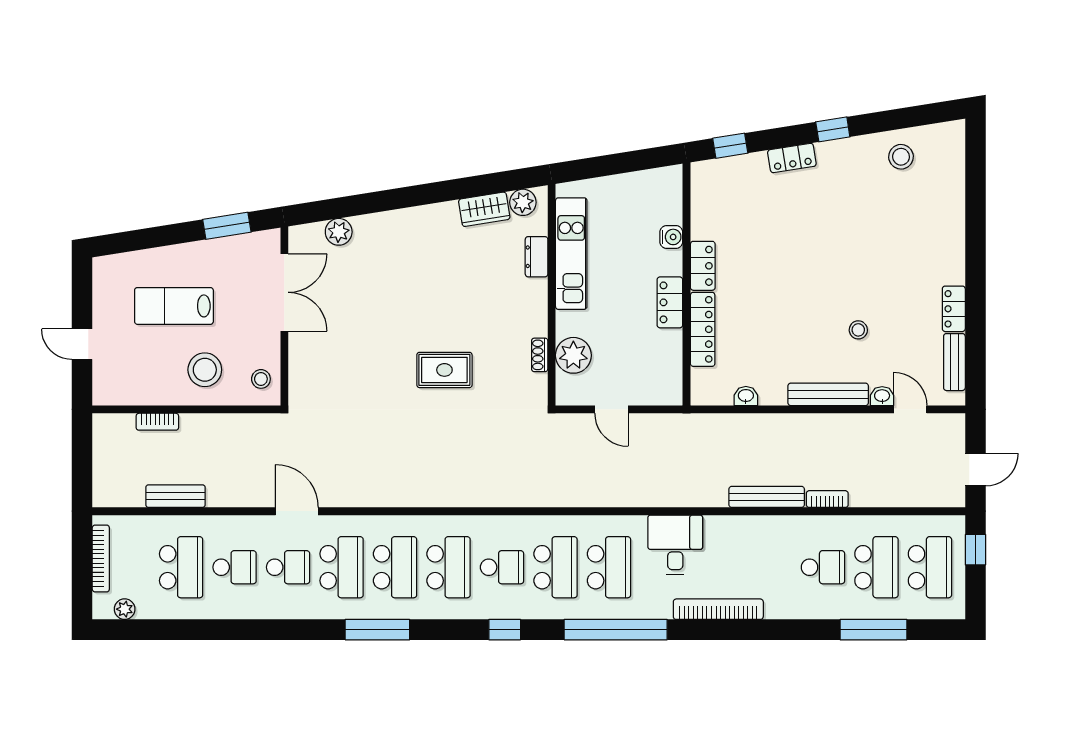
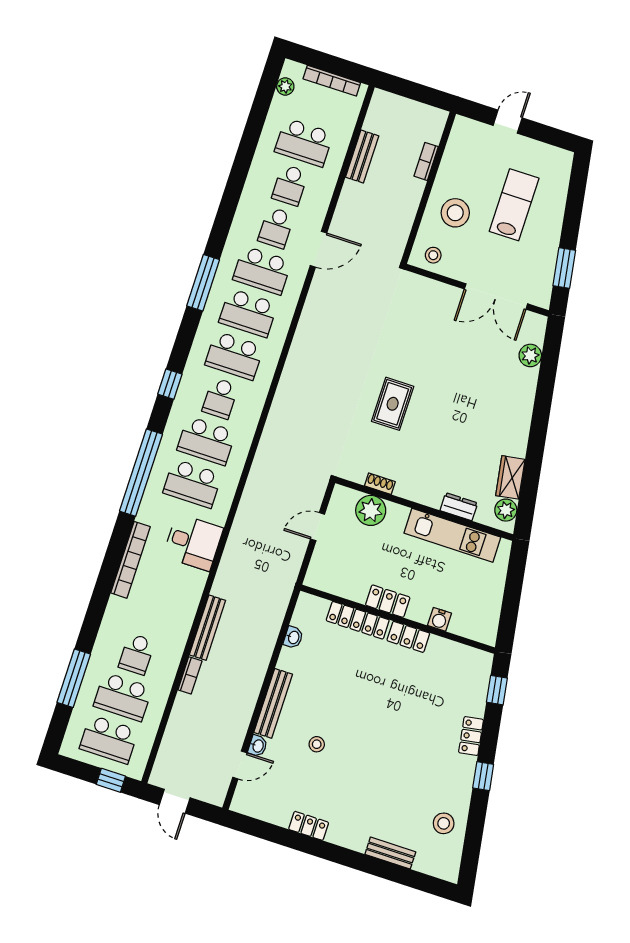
bench: (954, 362) -> (390, 853), moved

